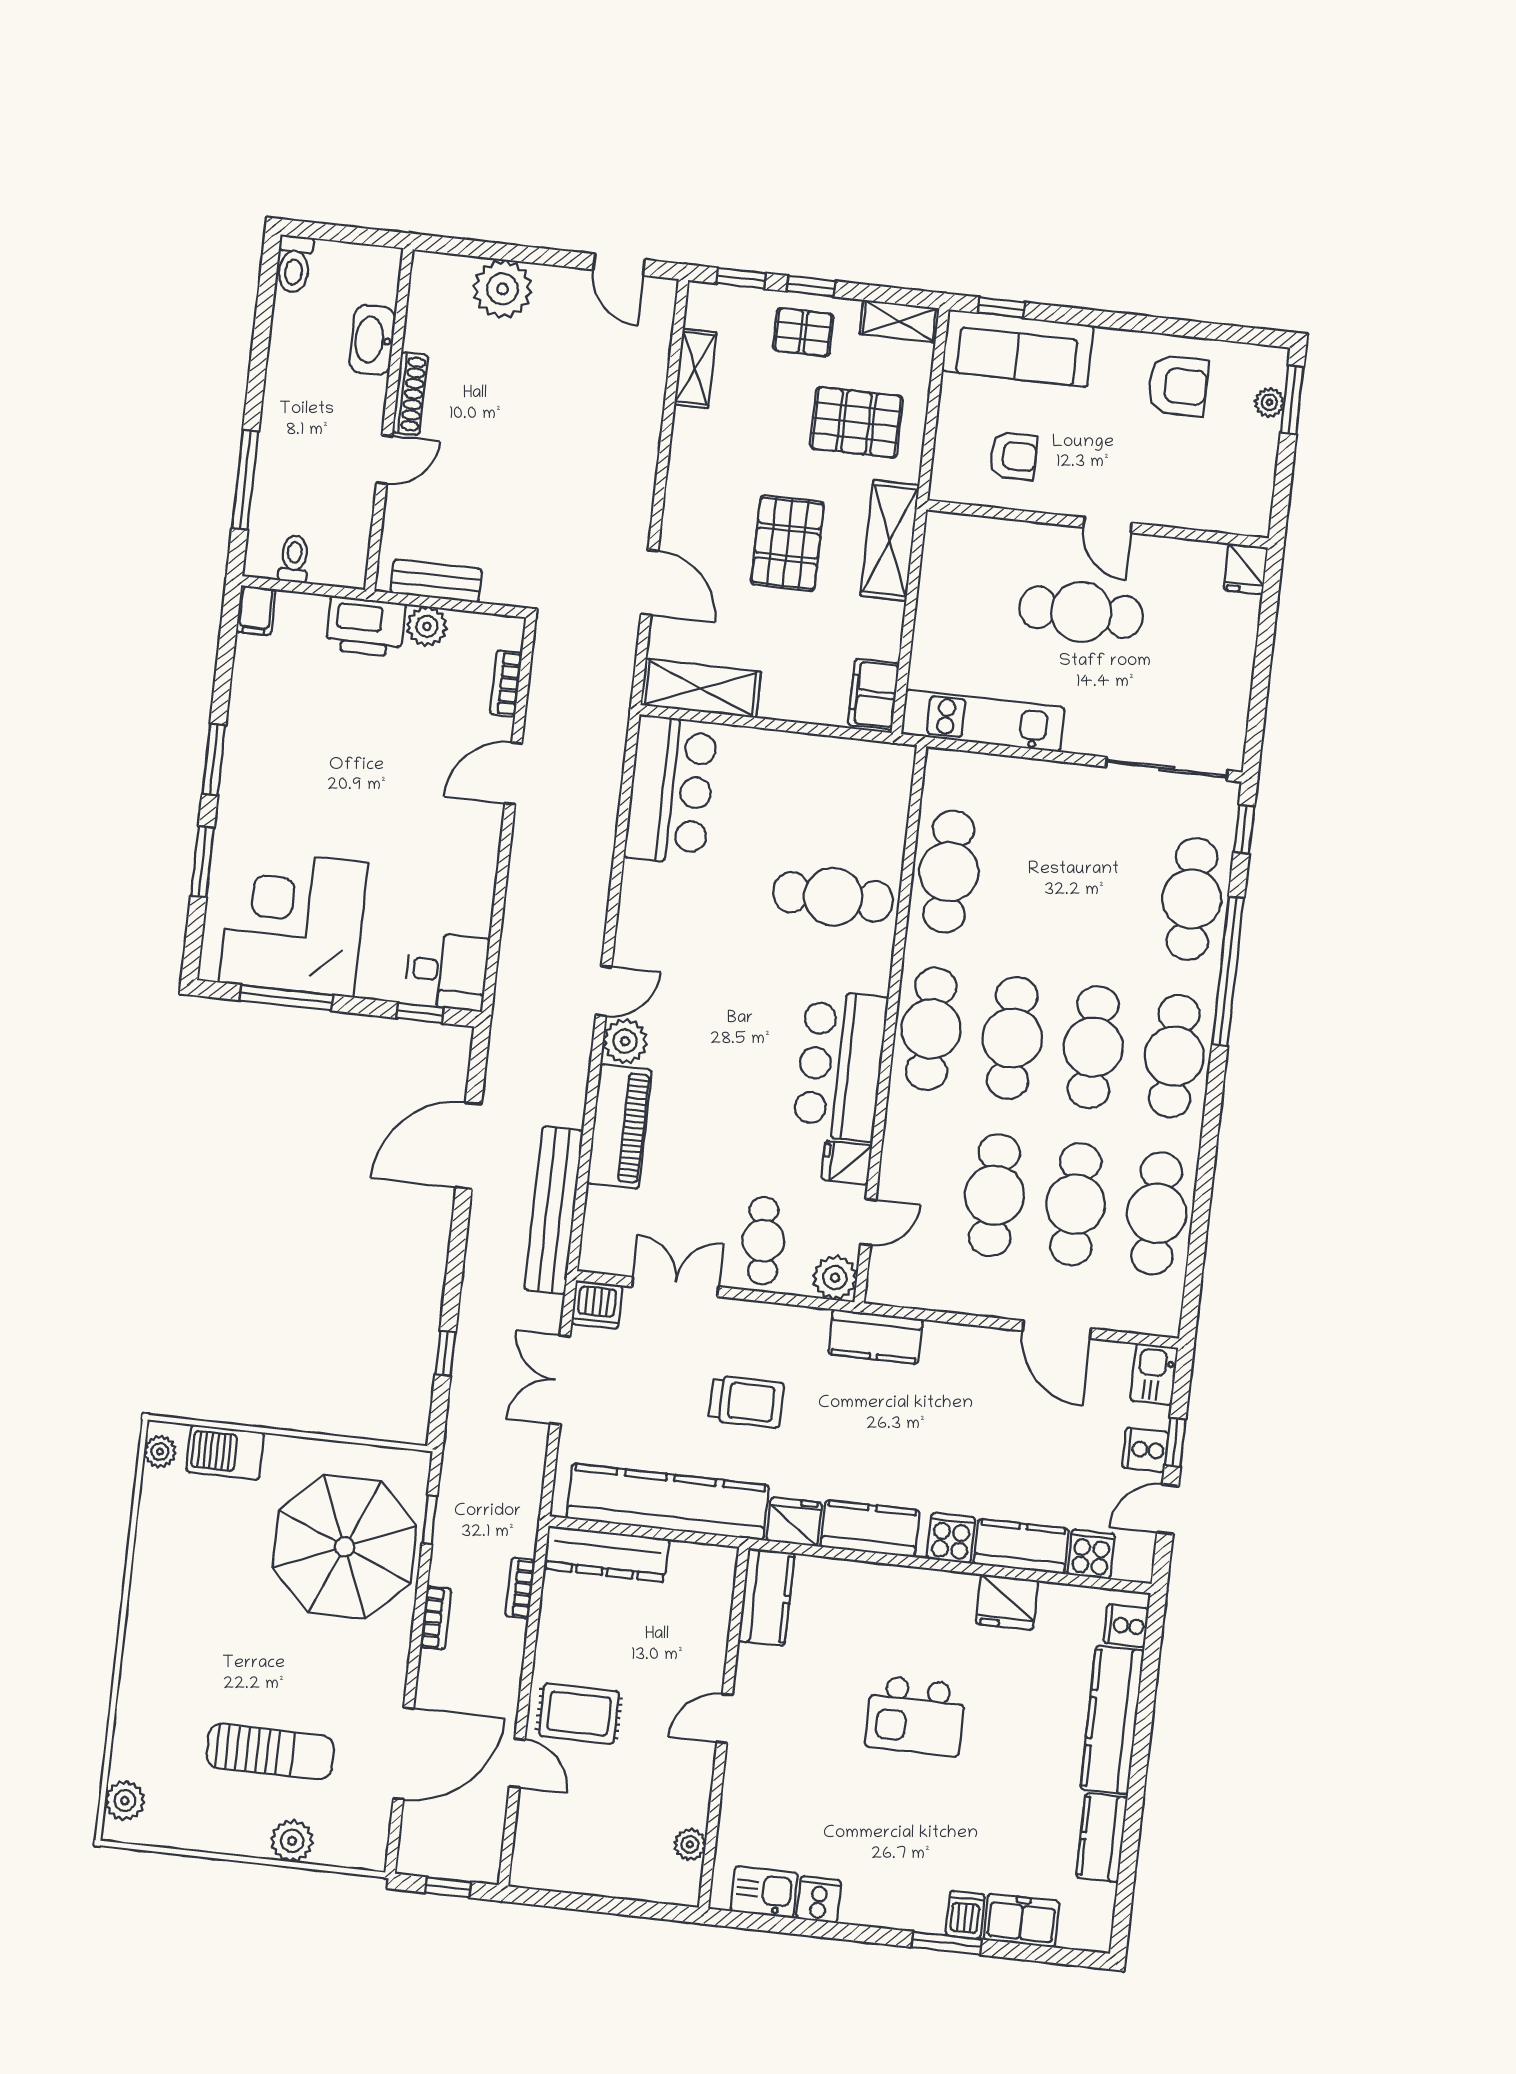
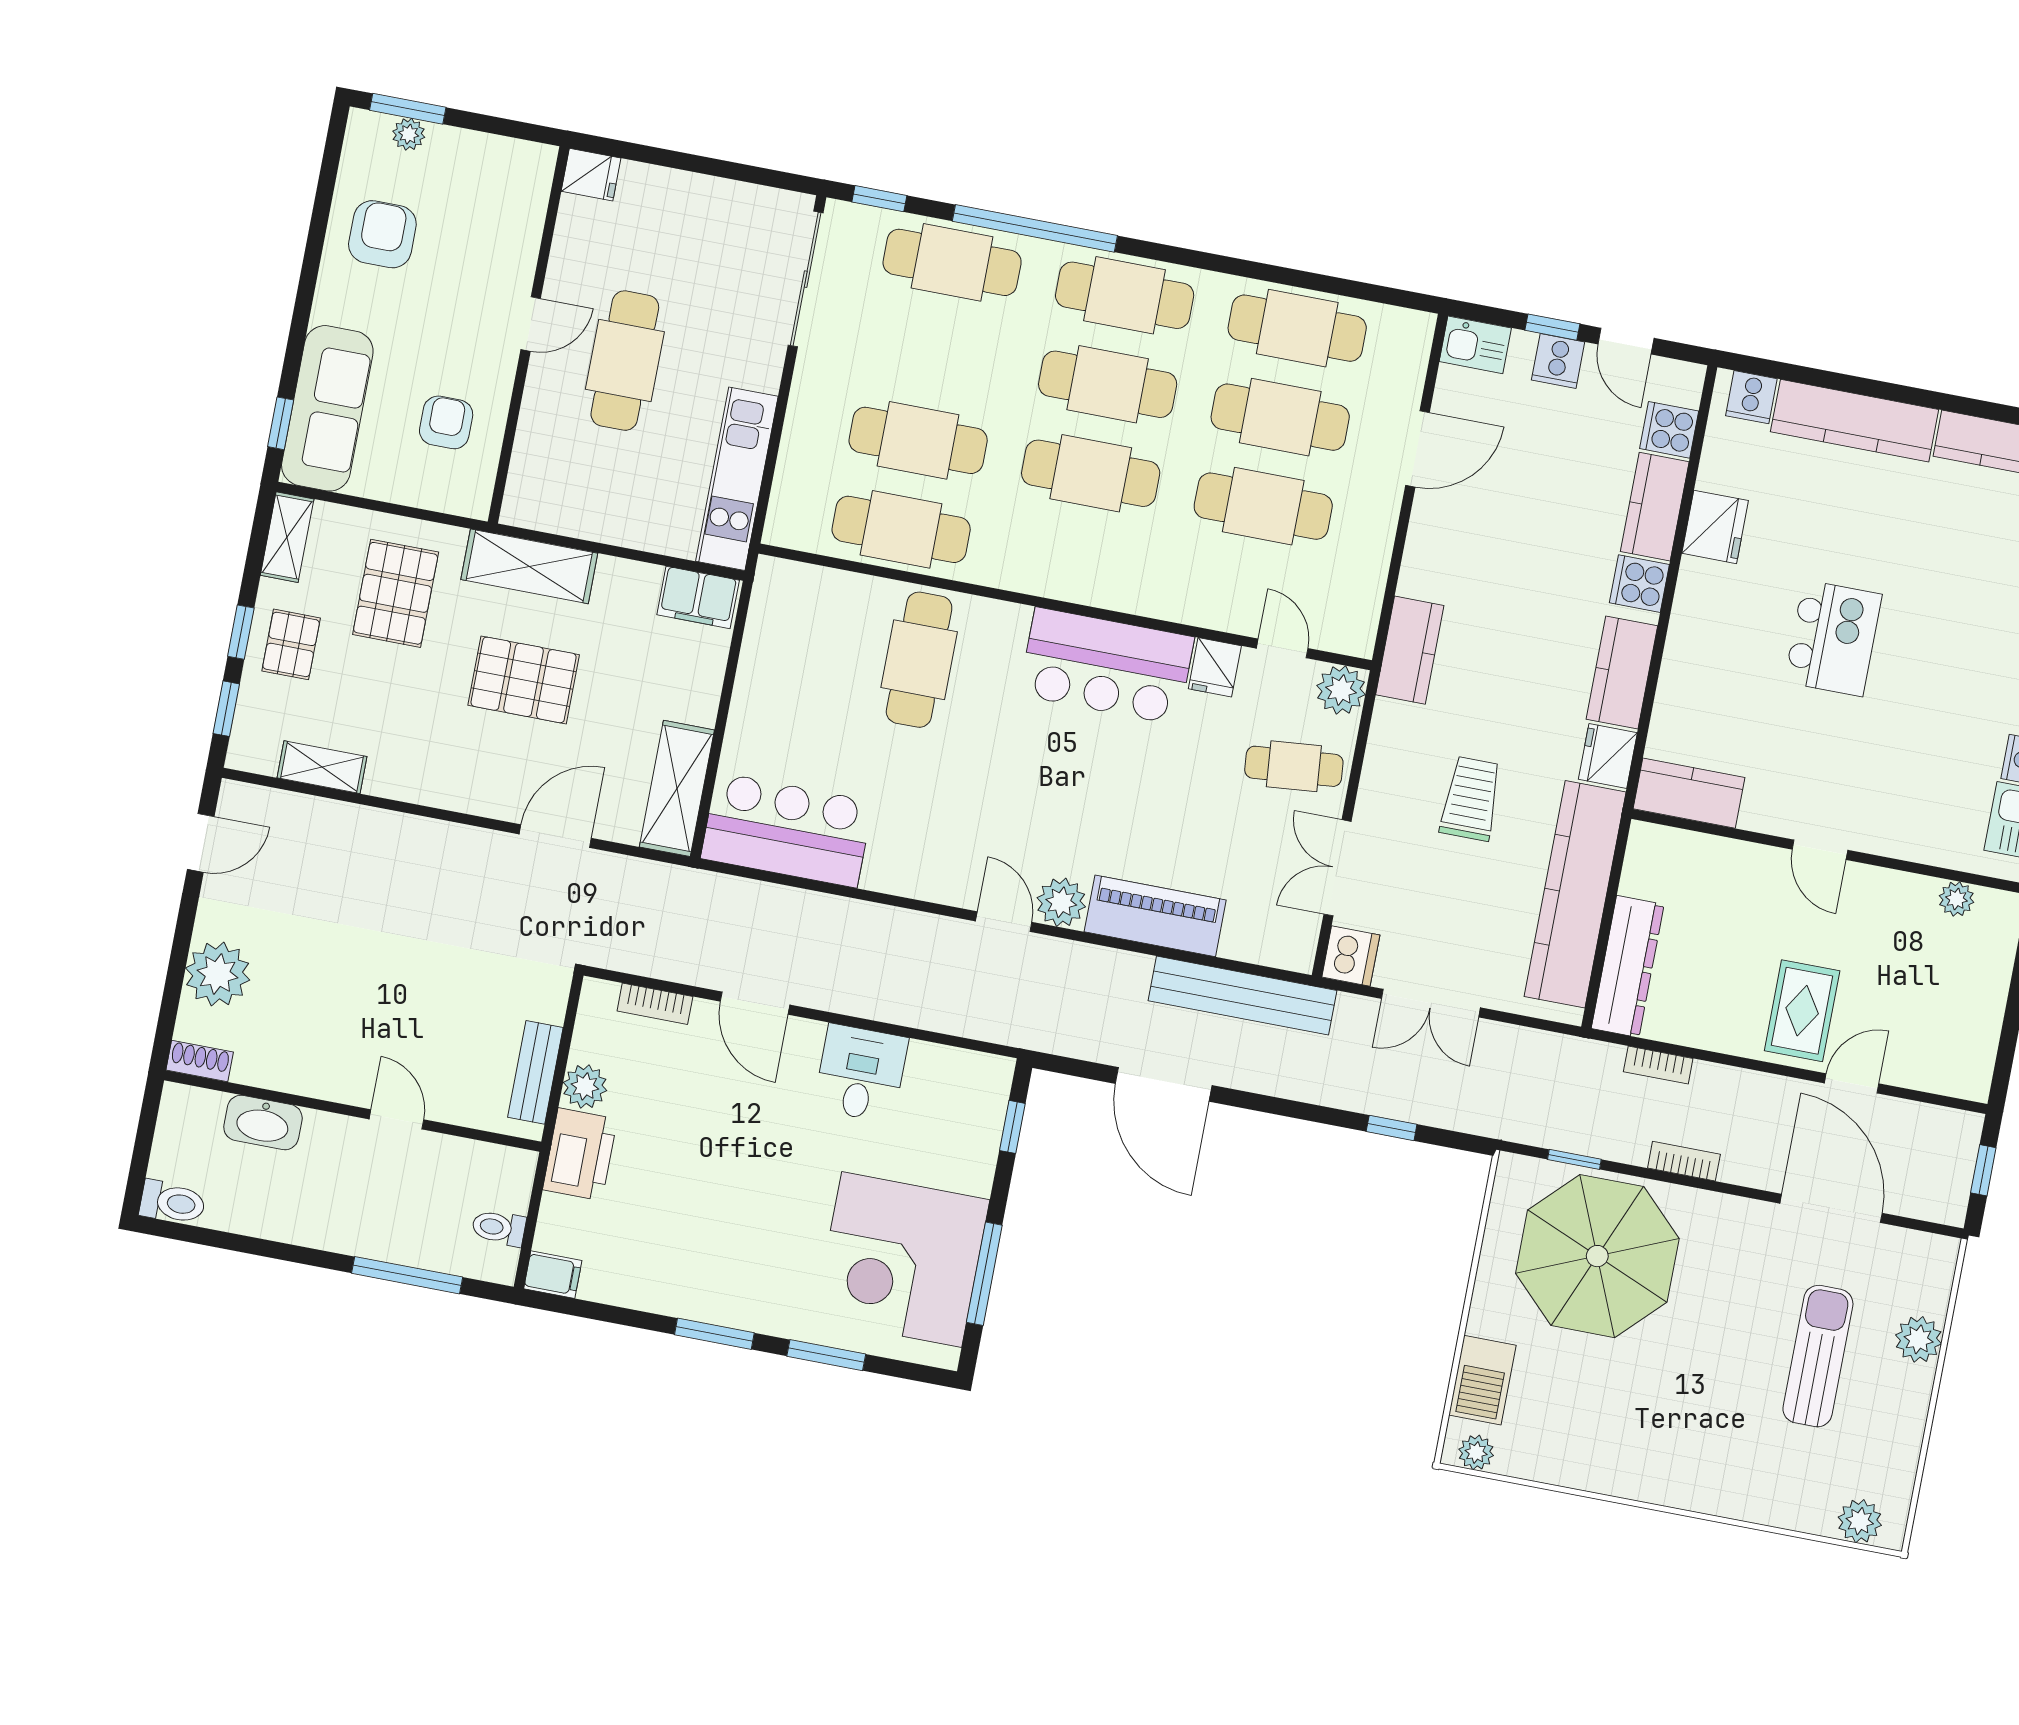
shoe rack: (410, 394) -> (200, 1061), moved, width x0.70
desk: (447, 971) -> (861, 1073), moved
cafe table: (931, 1029) -> (918, 440), moved

